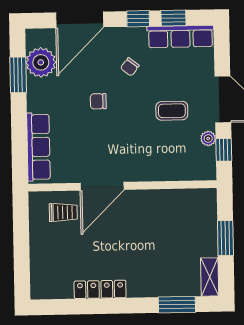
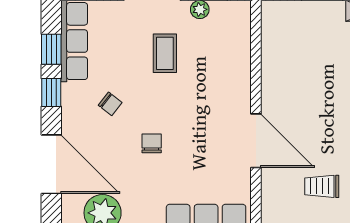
chair: (98, 101) -> (152, 143), turned 180
trolley: (63, 212) -> (322, 186), moved, turned -90

